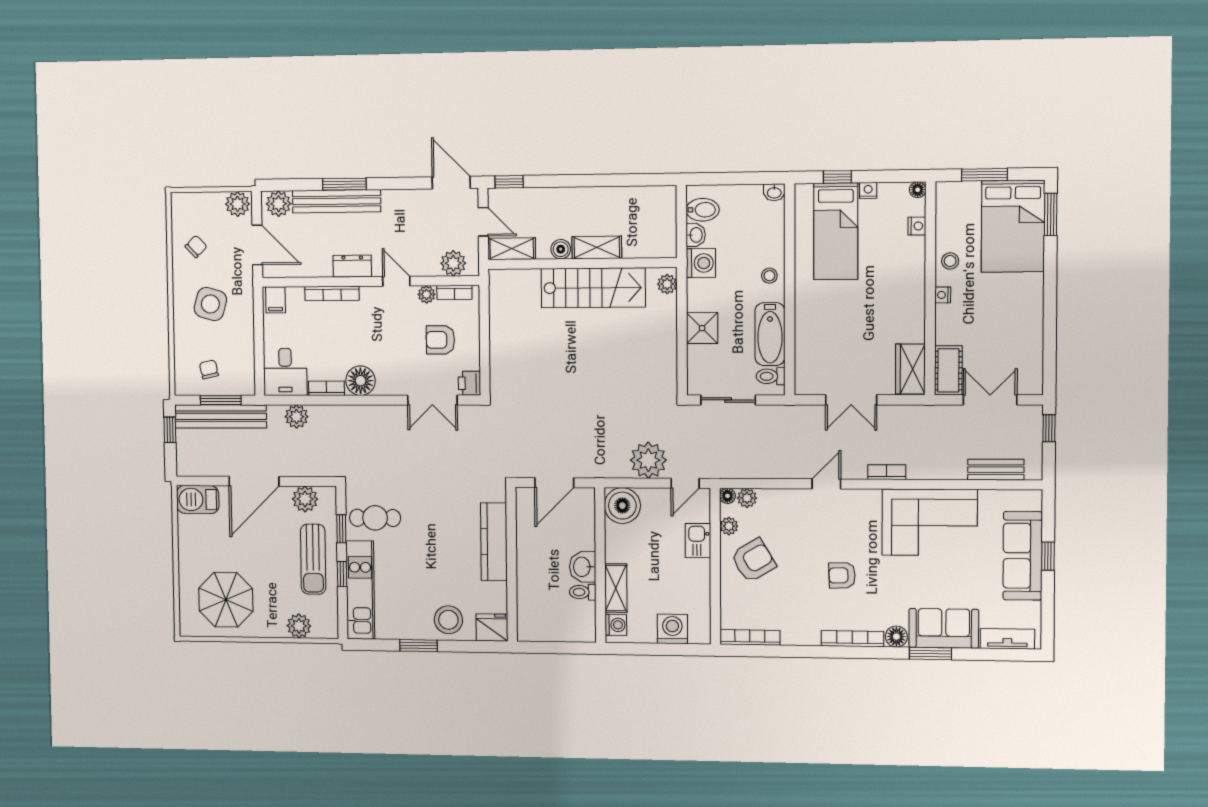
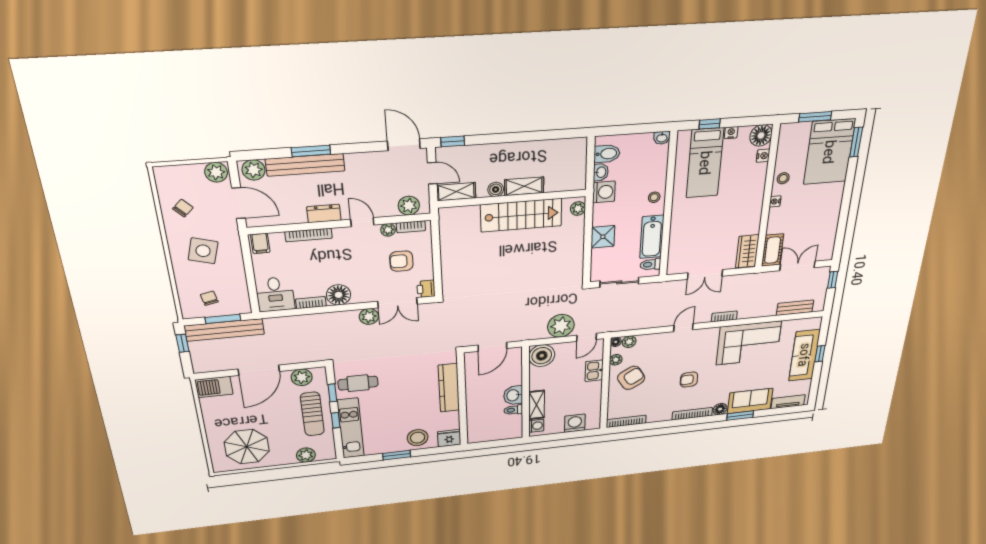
floor lamp: (918, 190) -> (761, 135), width x1.89, depth x1.89
plant: (297, 417) -> (369, 317), moved

